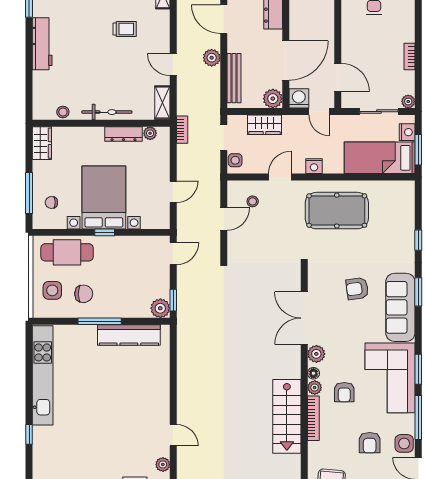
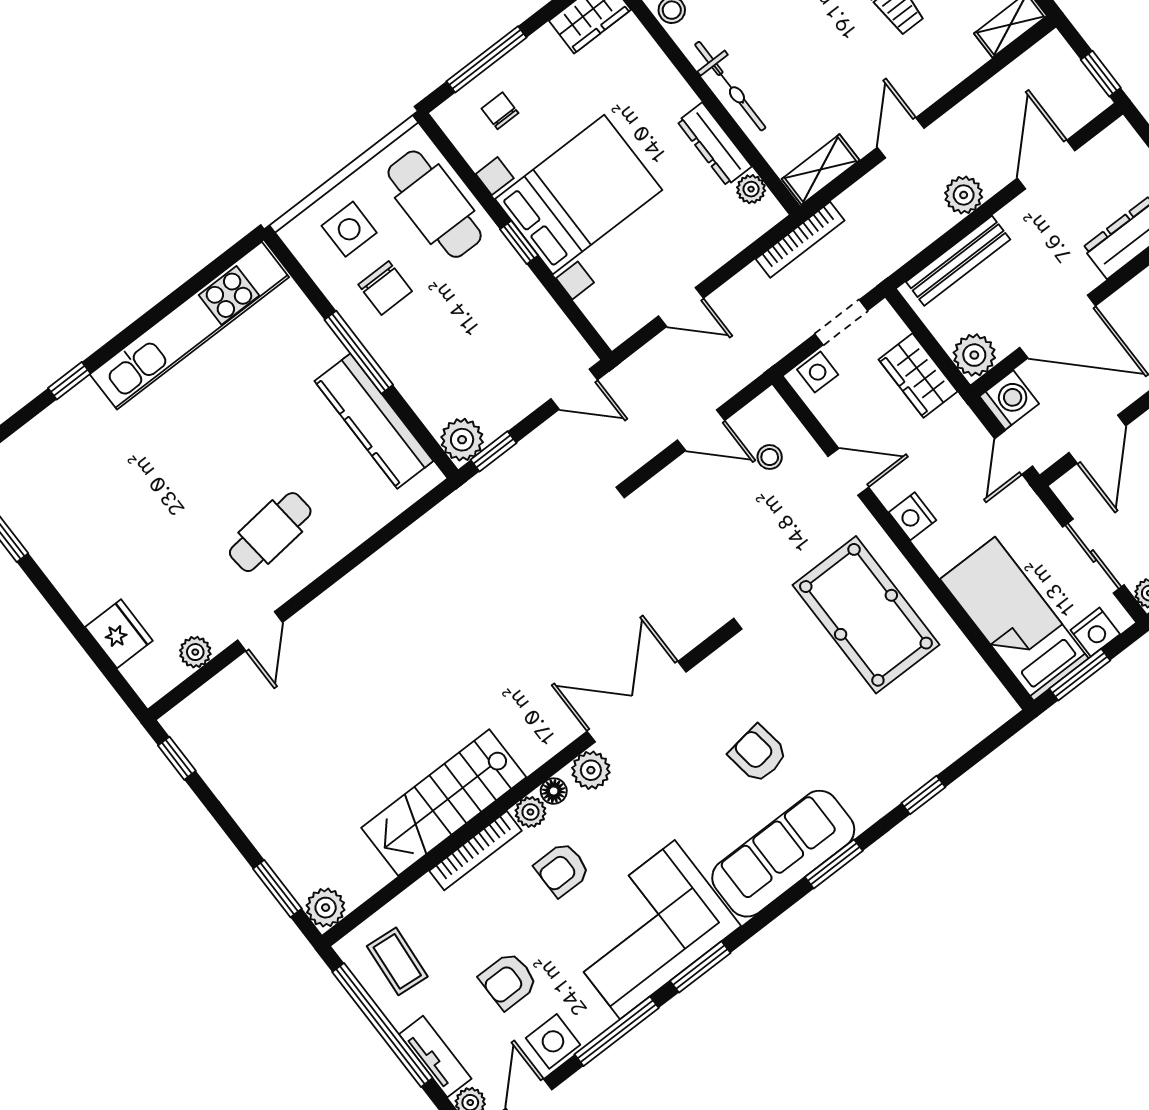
bookcase: (182, 130) -> (800, 240), width x1.56
cafe table: (140, 404) -> (270, 532), added

